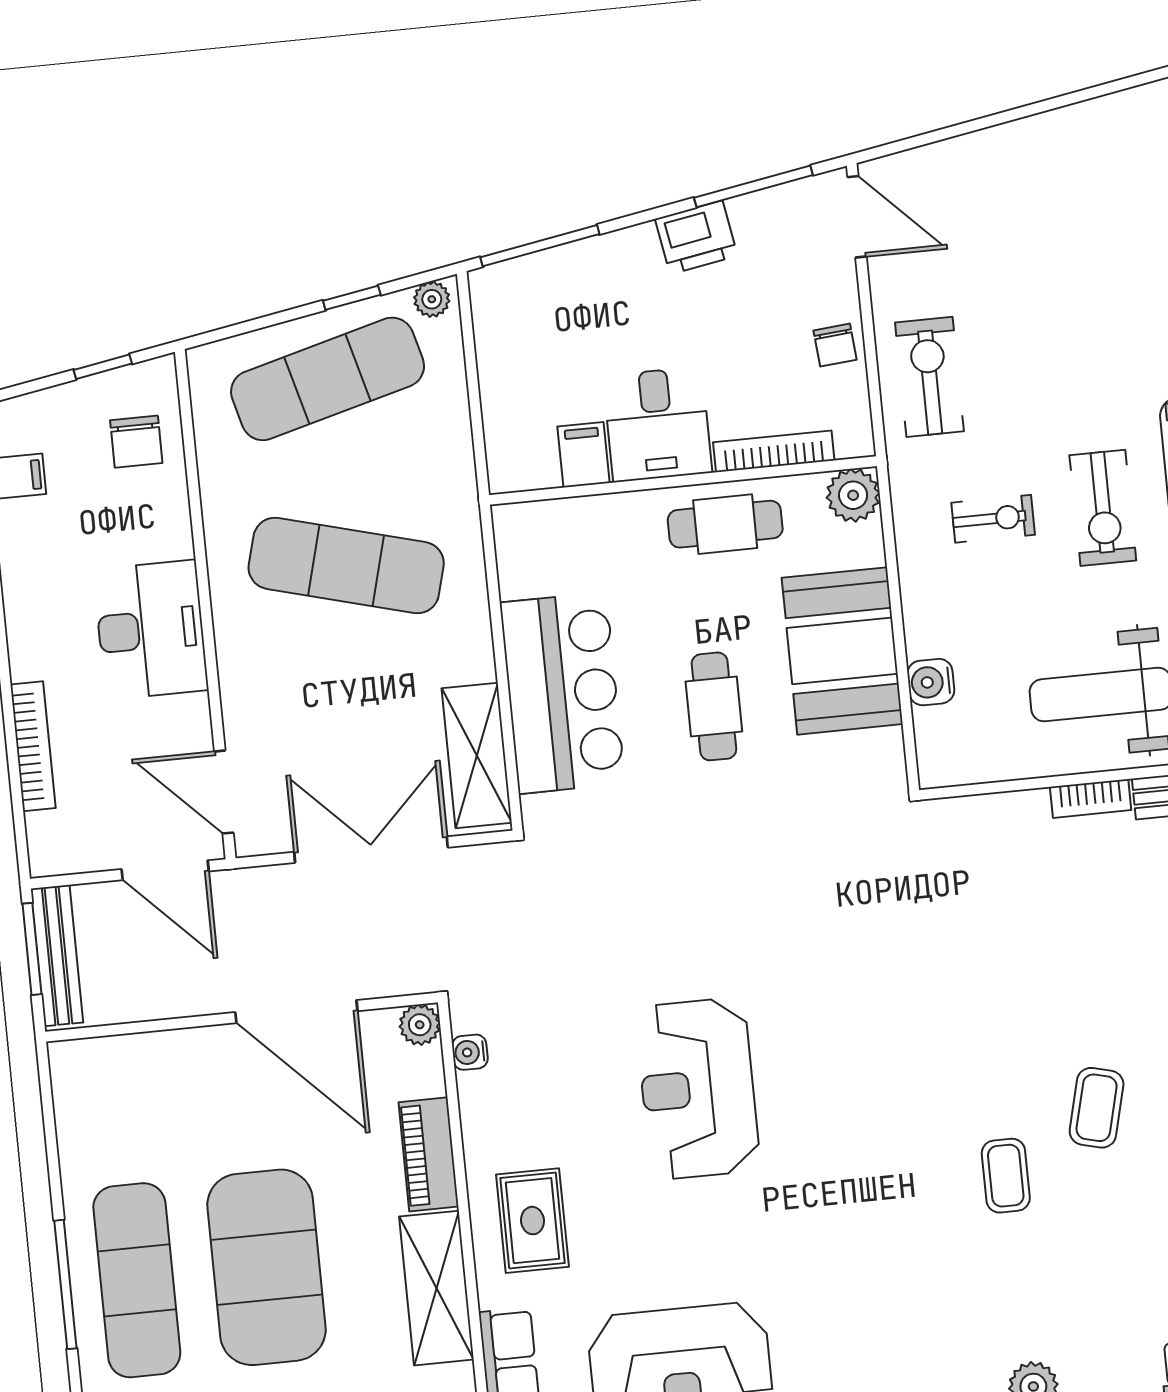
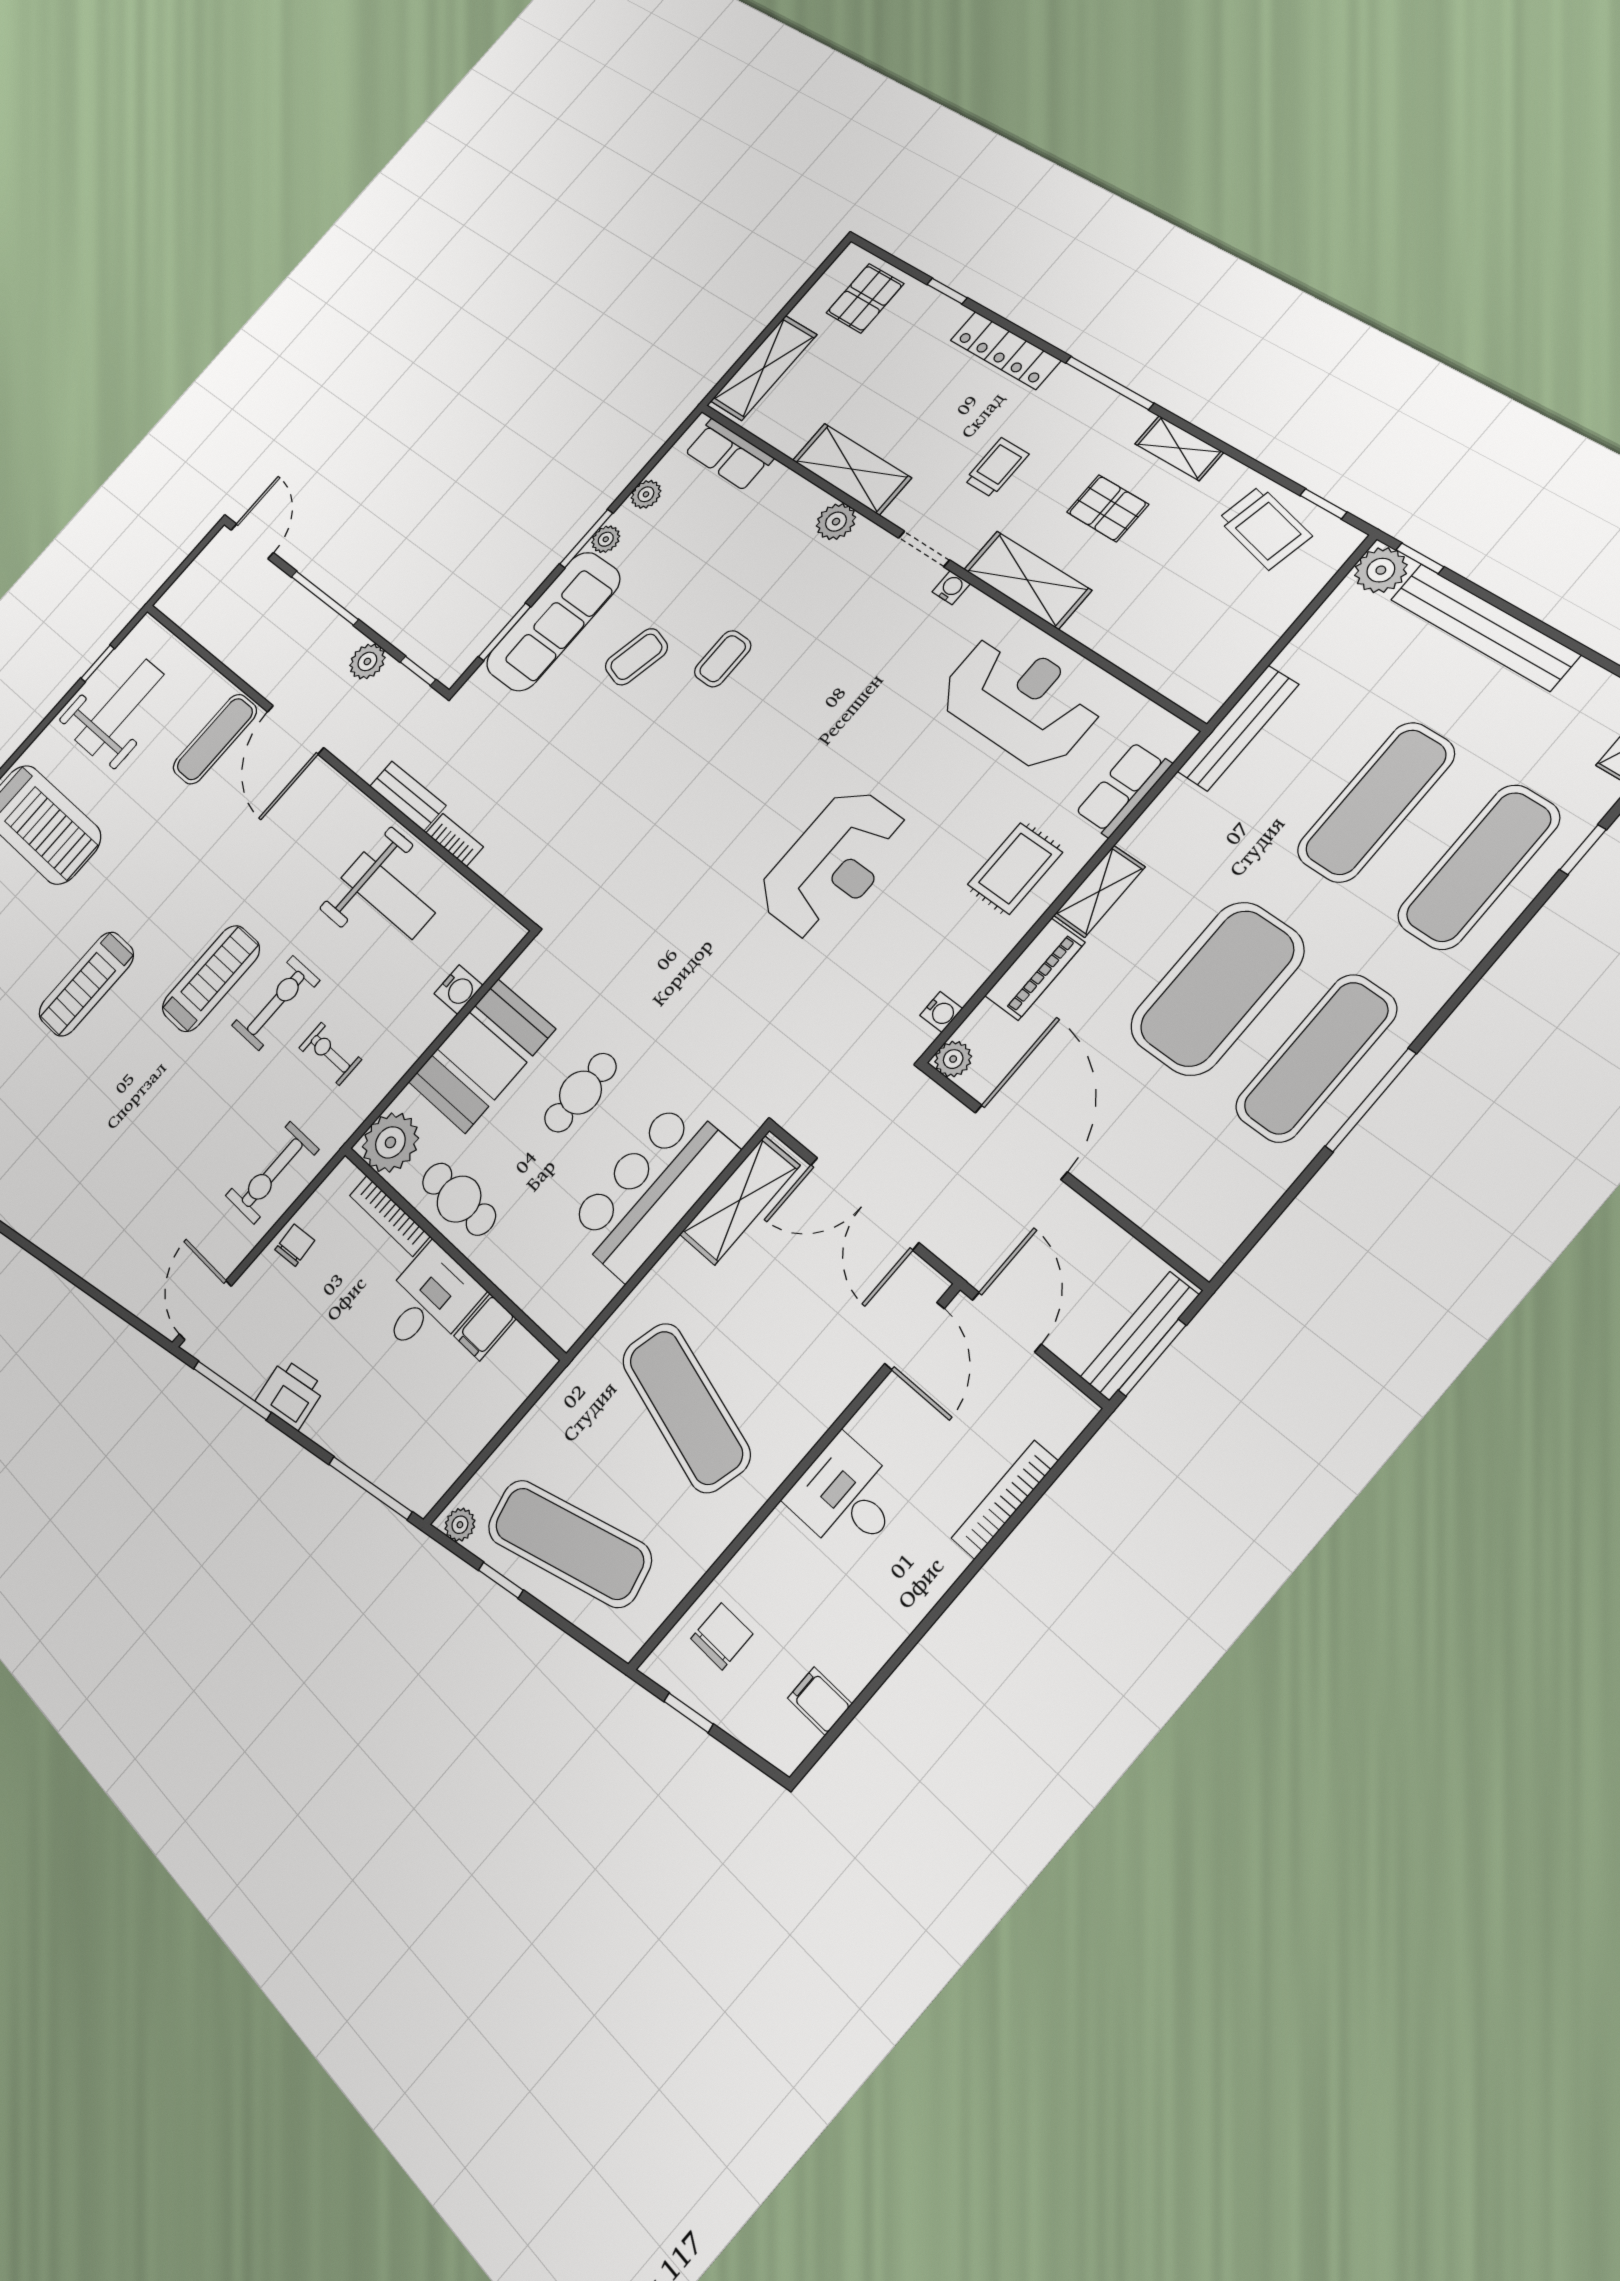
plant: (853, 495) -> (390, 1142), width x1.36, depth x1.36
desk: (151, 630) -> (846, 1497), width x0.73
shelving: (436, 1288) -> (1099, 891), width x0.67, depth x0.75

